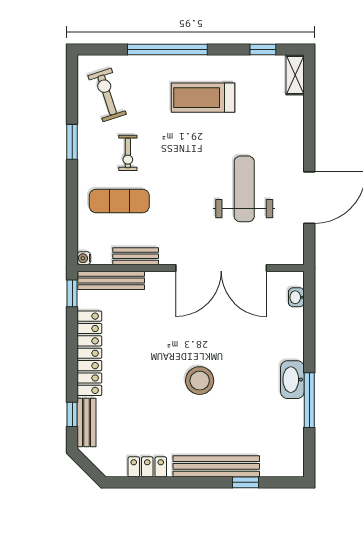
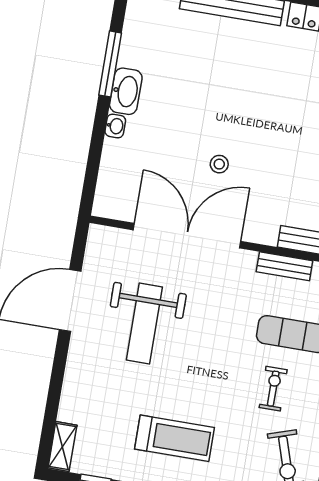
washbasin: (296, 297) -> (115, 126), moved
stool: (200, 381) -> (219, 164), moved, width x0.53, depth x0.53

